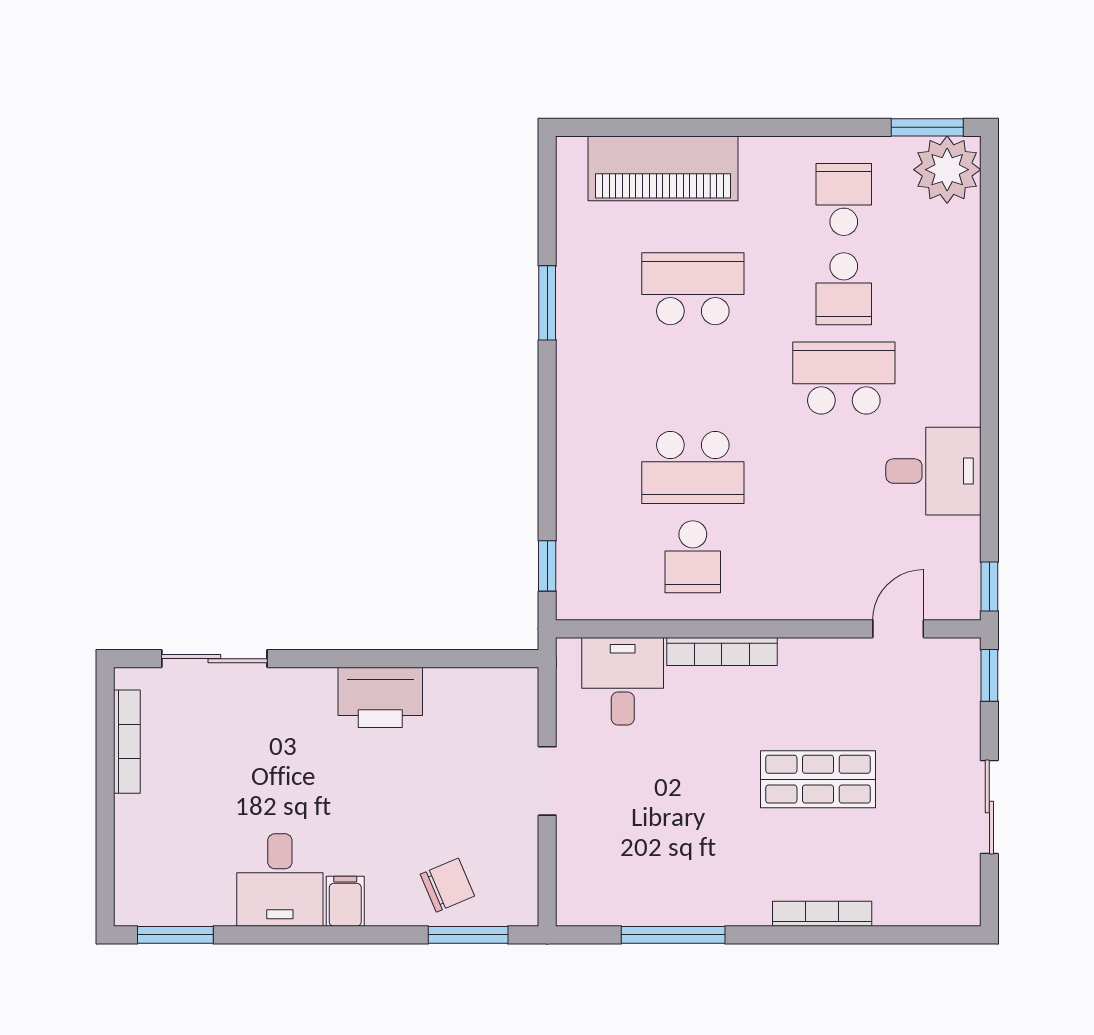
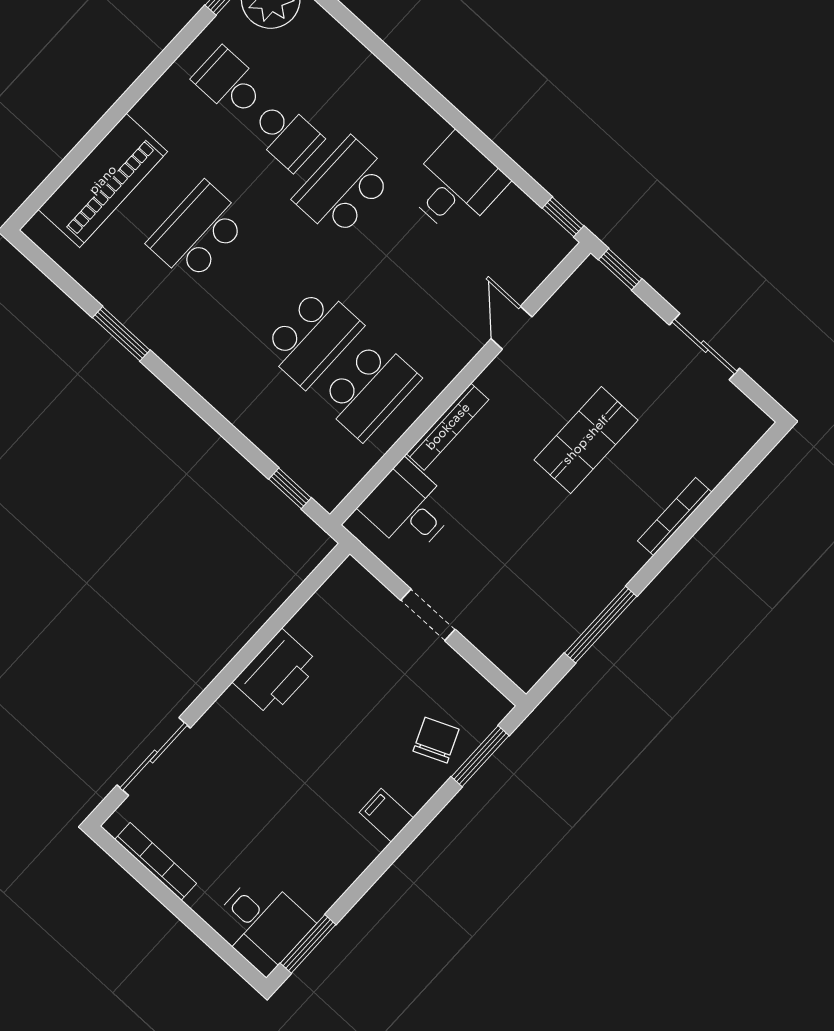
school desk: (693, 557) -> (370, 390), width x1.85
door: (898, 629) -> (511, 328), moved
desk: (280, 880) -> (262, 924), moved

